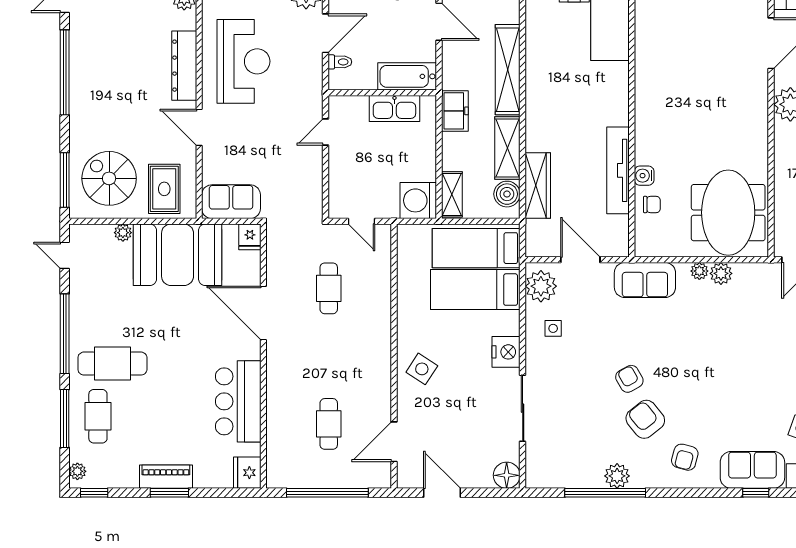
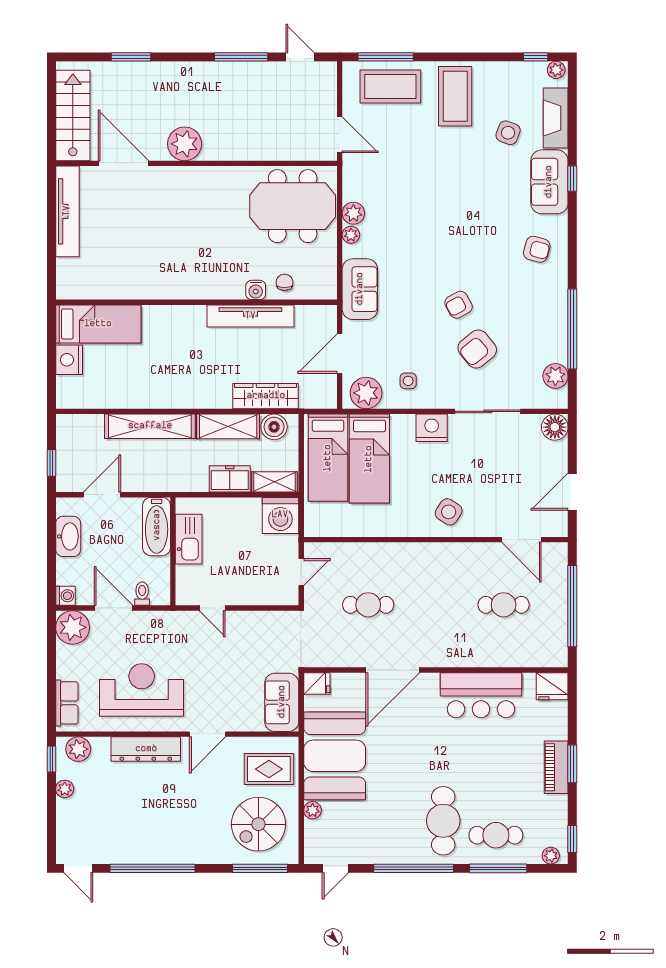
freezer: (455, 111) -> (230, 479), moved
armchair: (645, 419) -> (477, 349), moved
plant: (617, 476) -> (555, 376), moved

